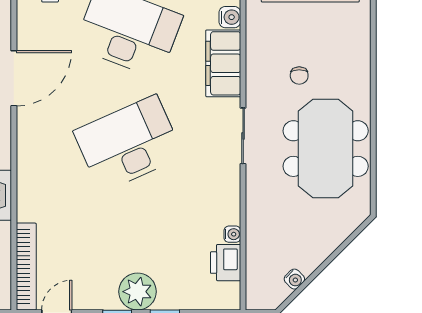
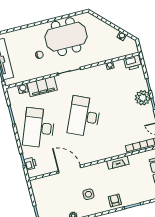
desk: (128, 144) -> (84, 116), turned 48
printer: (226, 263) -> (133, 63), moved

